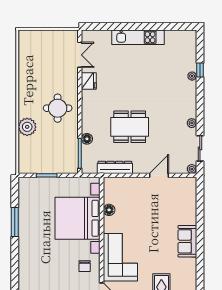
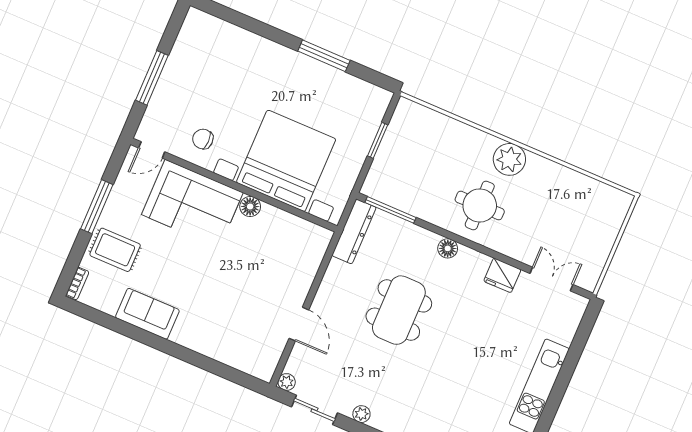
double door: (80, 55) -> (551, 279), swing flipped
plant: (27, 127) -> (509, 159), moved
floor lamp: (87, 139) -> (448, 248), moved
dresser: (115, 167) -> (354, 231), moved
floor lamp: (109, 210) -> (250, 207), moved
sofa: (187, 241) -> (147, 314), moved

